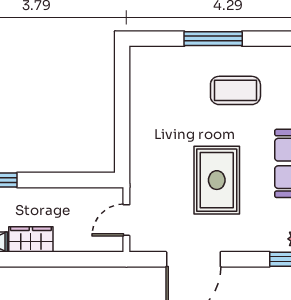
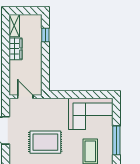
corner sofa: (161, 90) -> (91, 114), added

